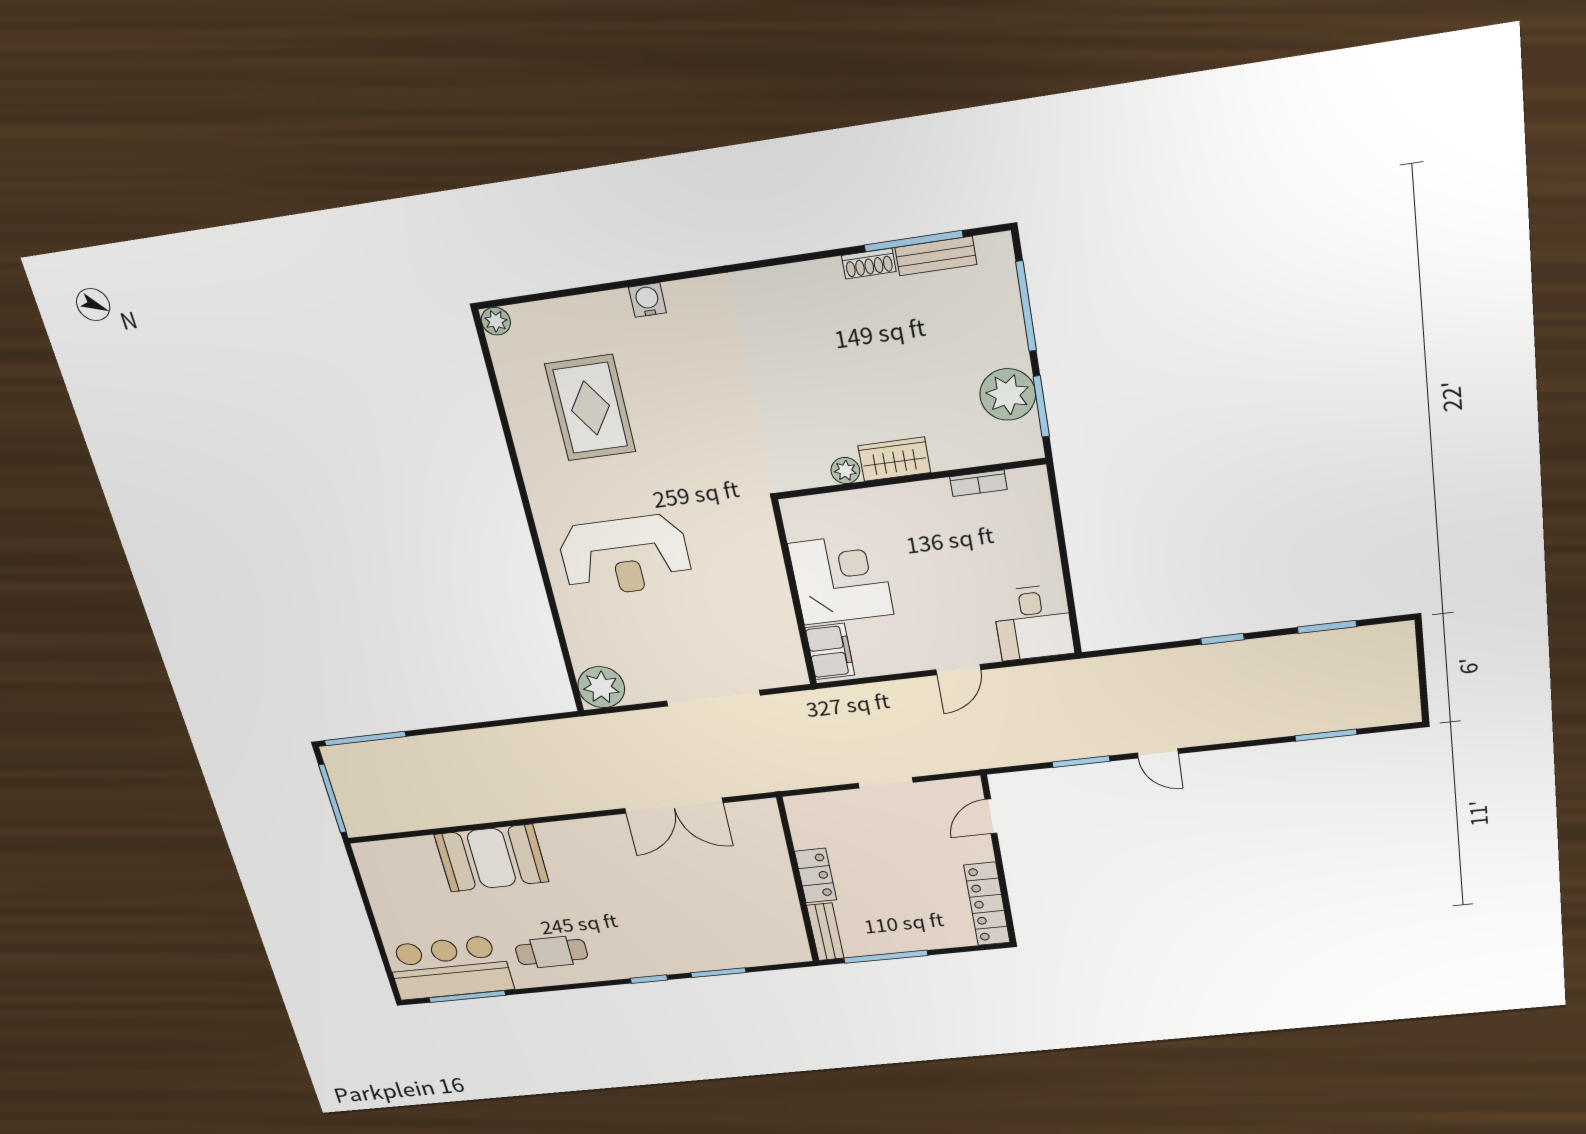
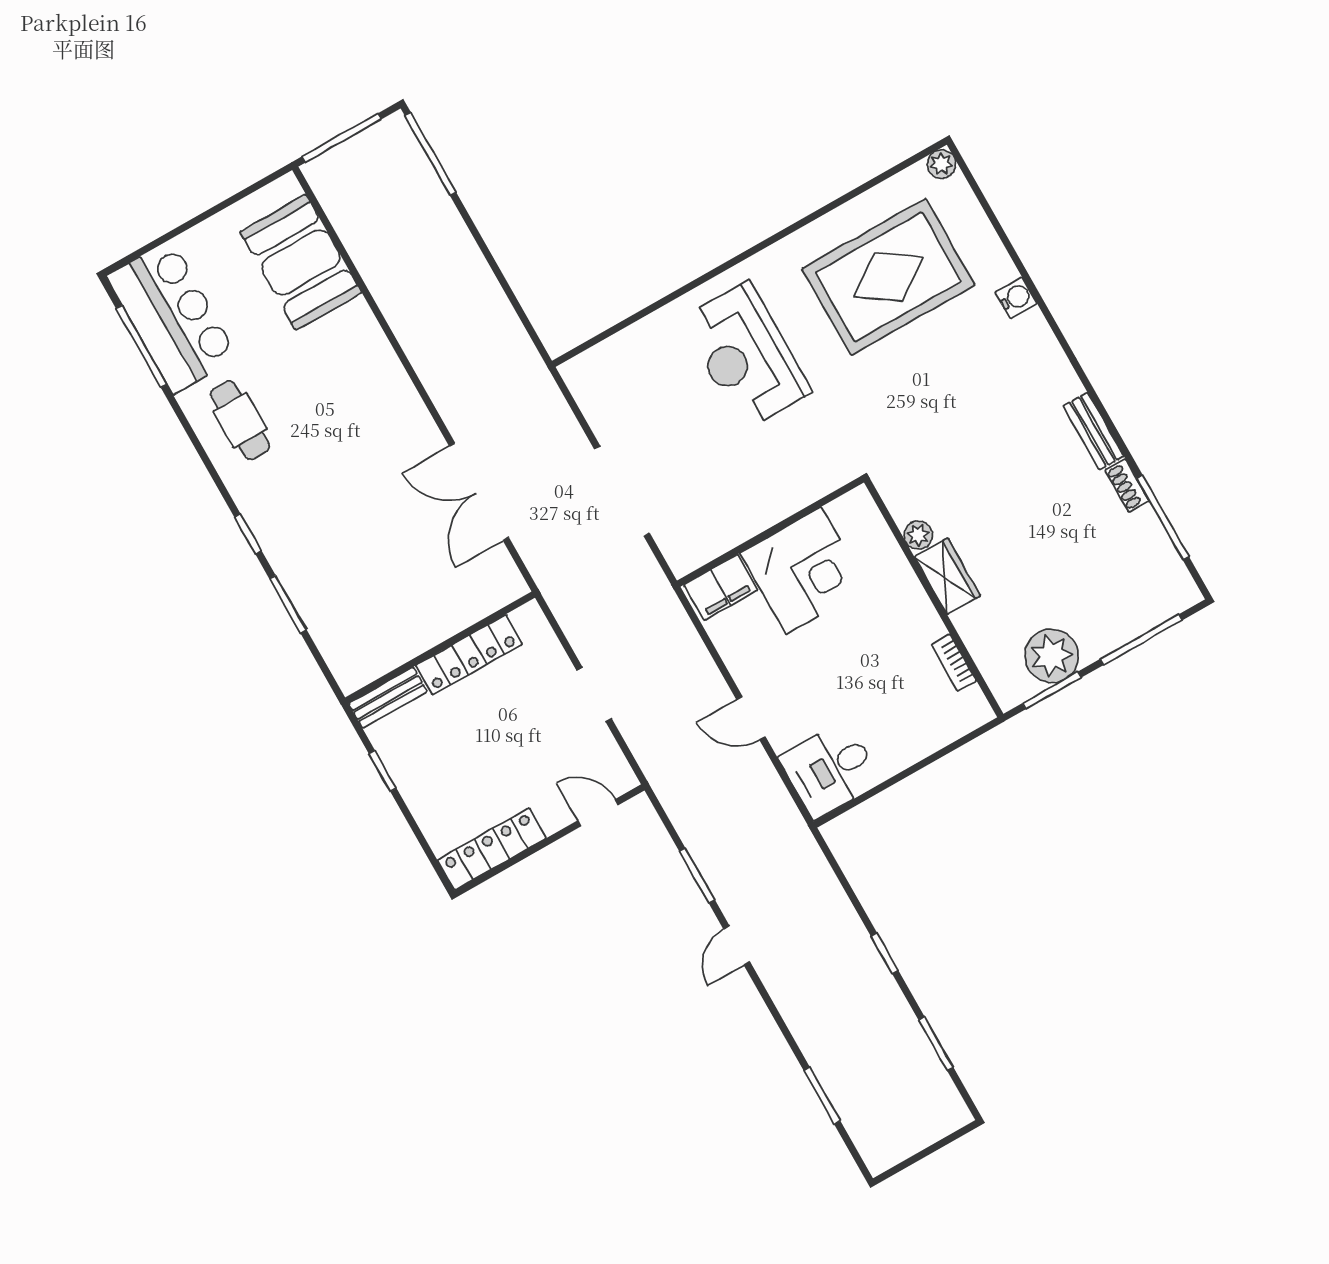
bench: (936, 256) -> (1093, 431), moved
rug: (590, 408) -> (888, 277), width x1.37, depth x1.44
plant: (601, 687) -> (589, 376), removed
booth: (491, 858) -> (301, 262), moved
locker: (816, 876) -> (469, 655), width x1.53
window: (886, 957) -> (383, 771), width x0.46

